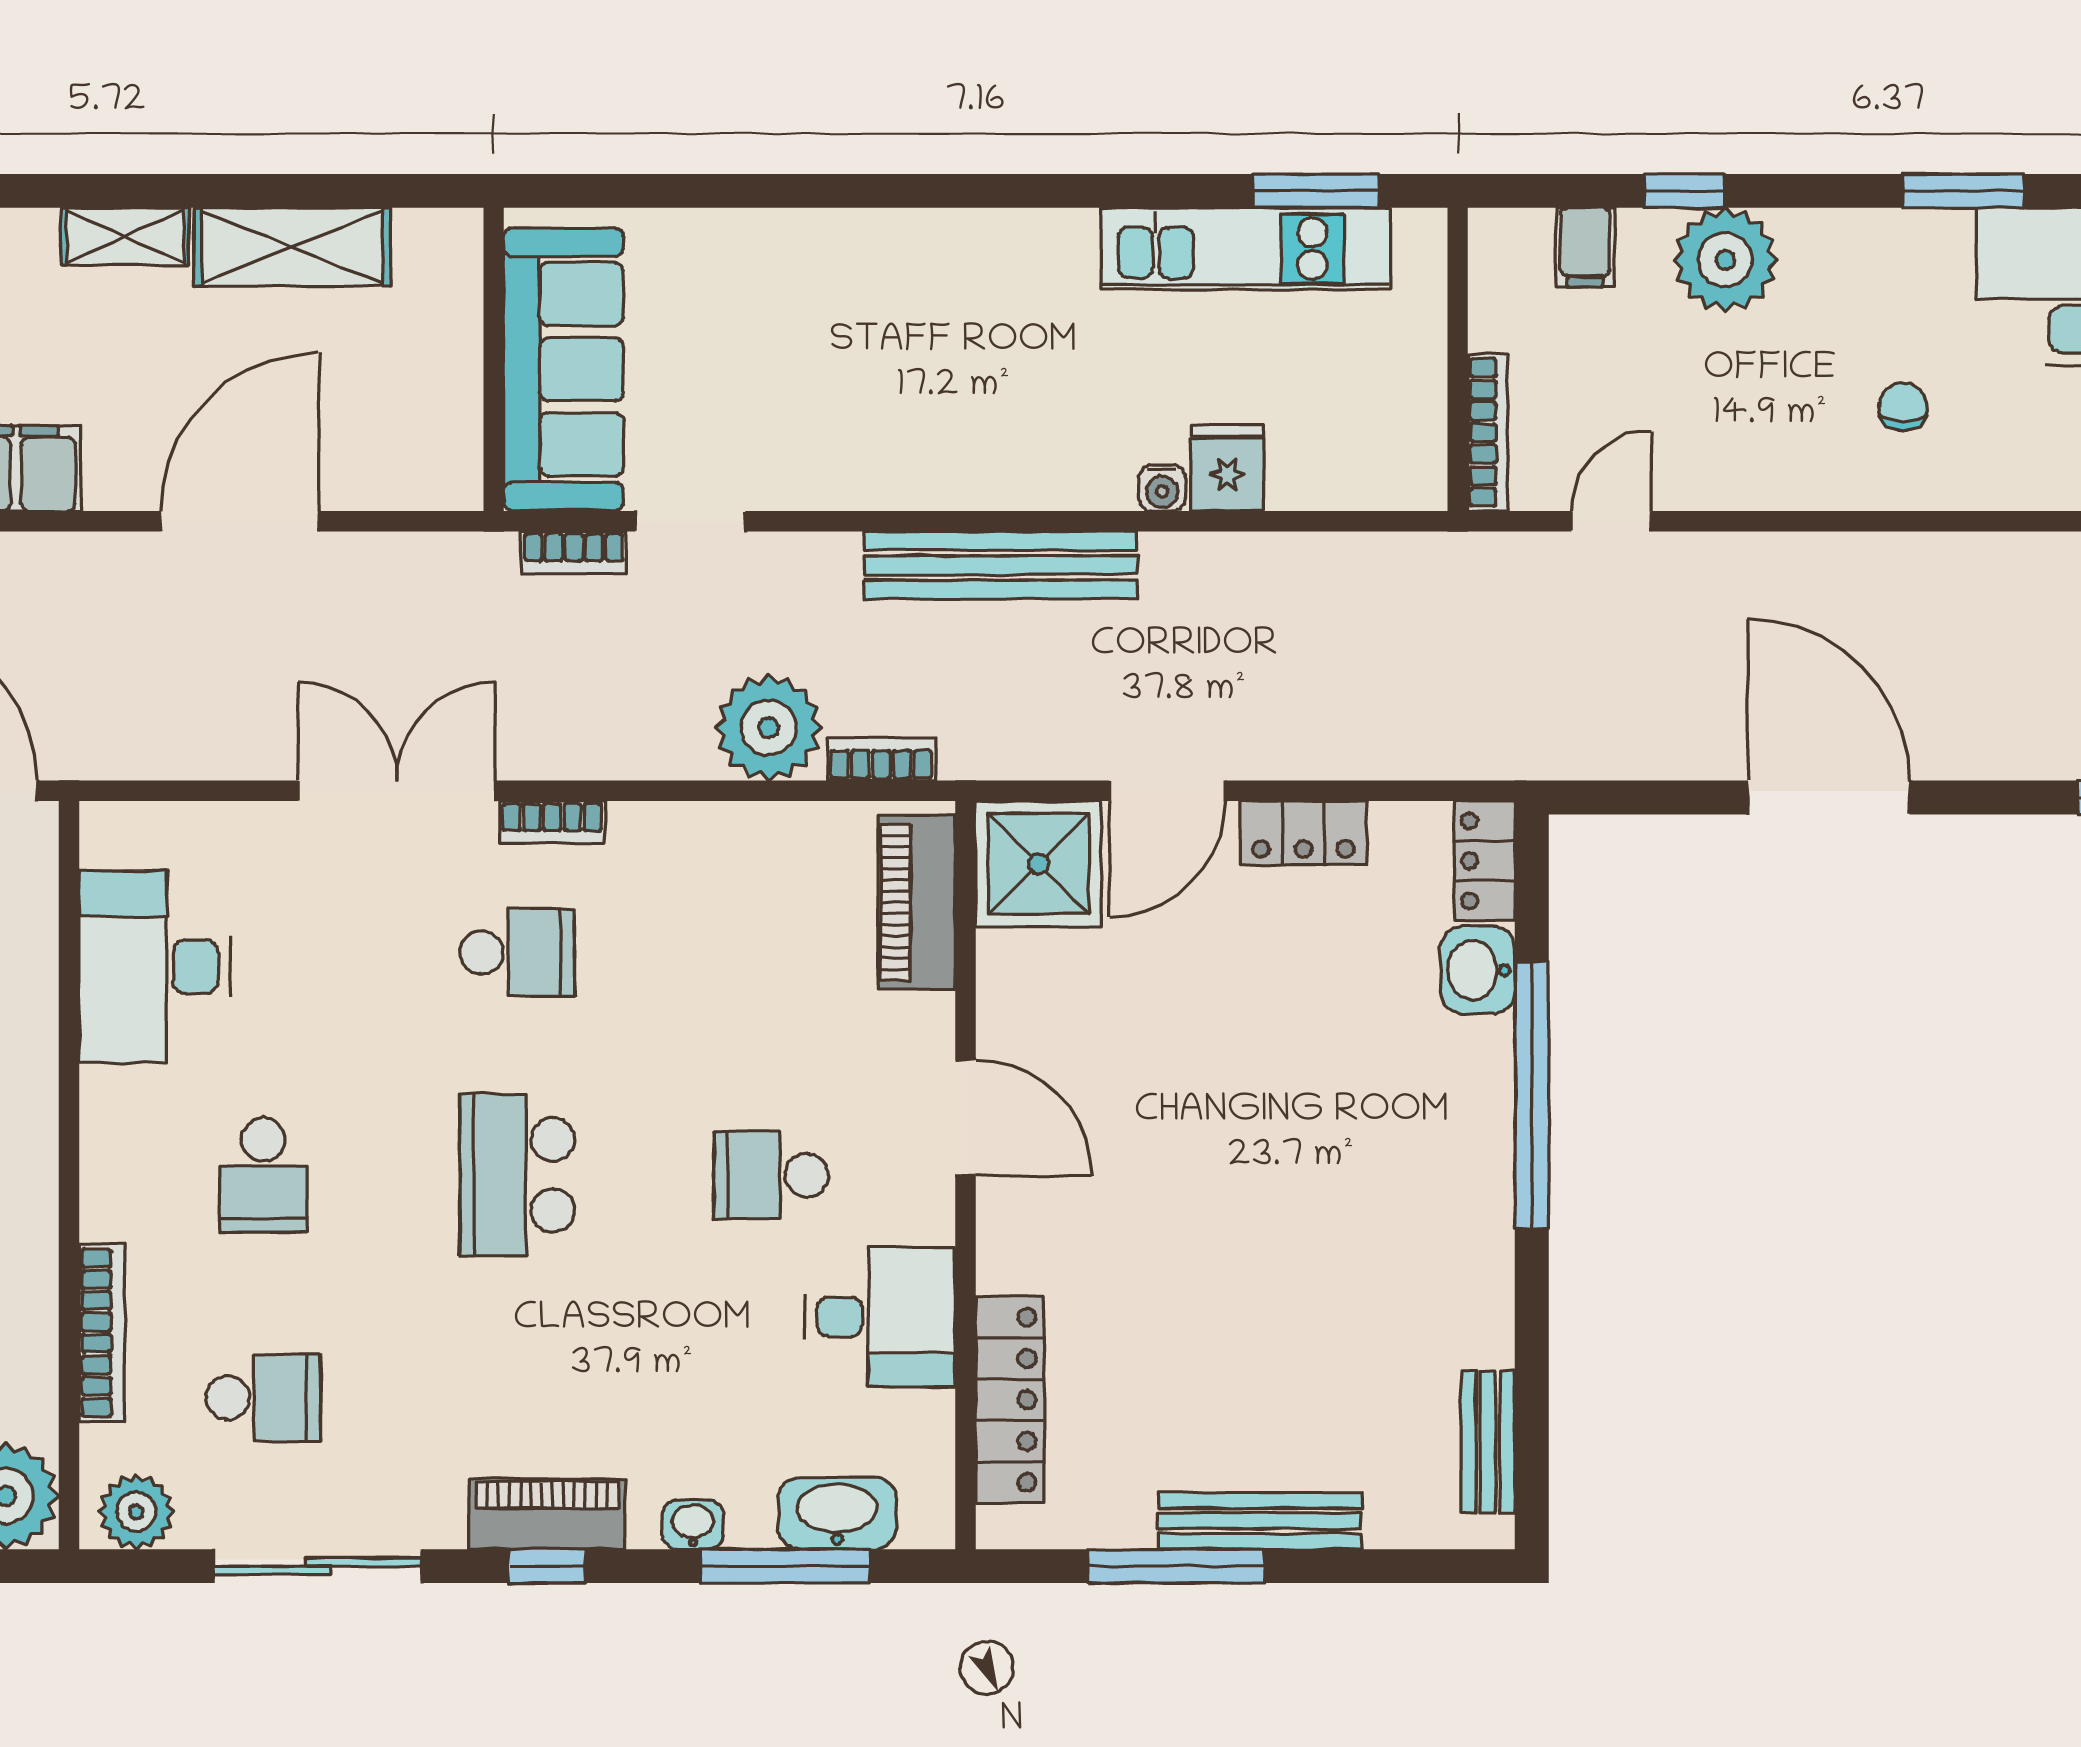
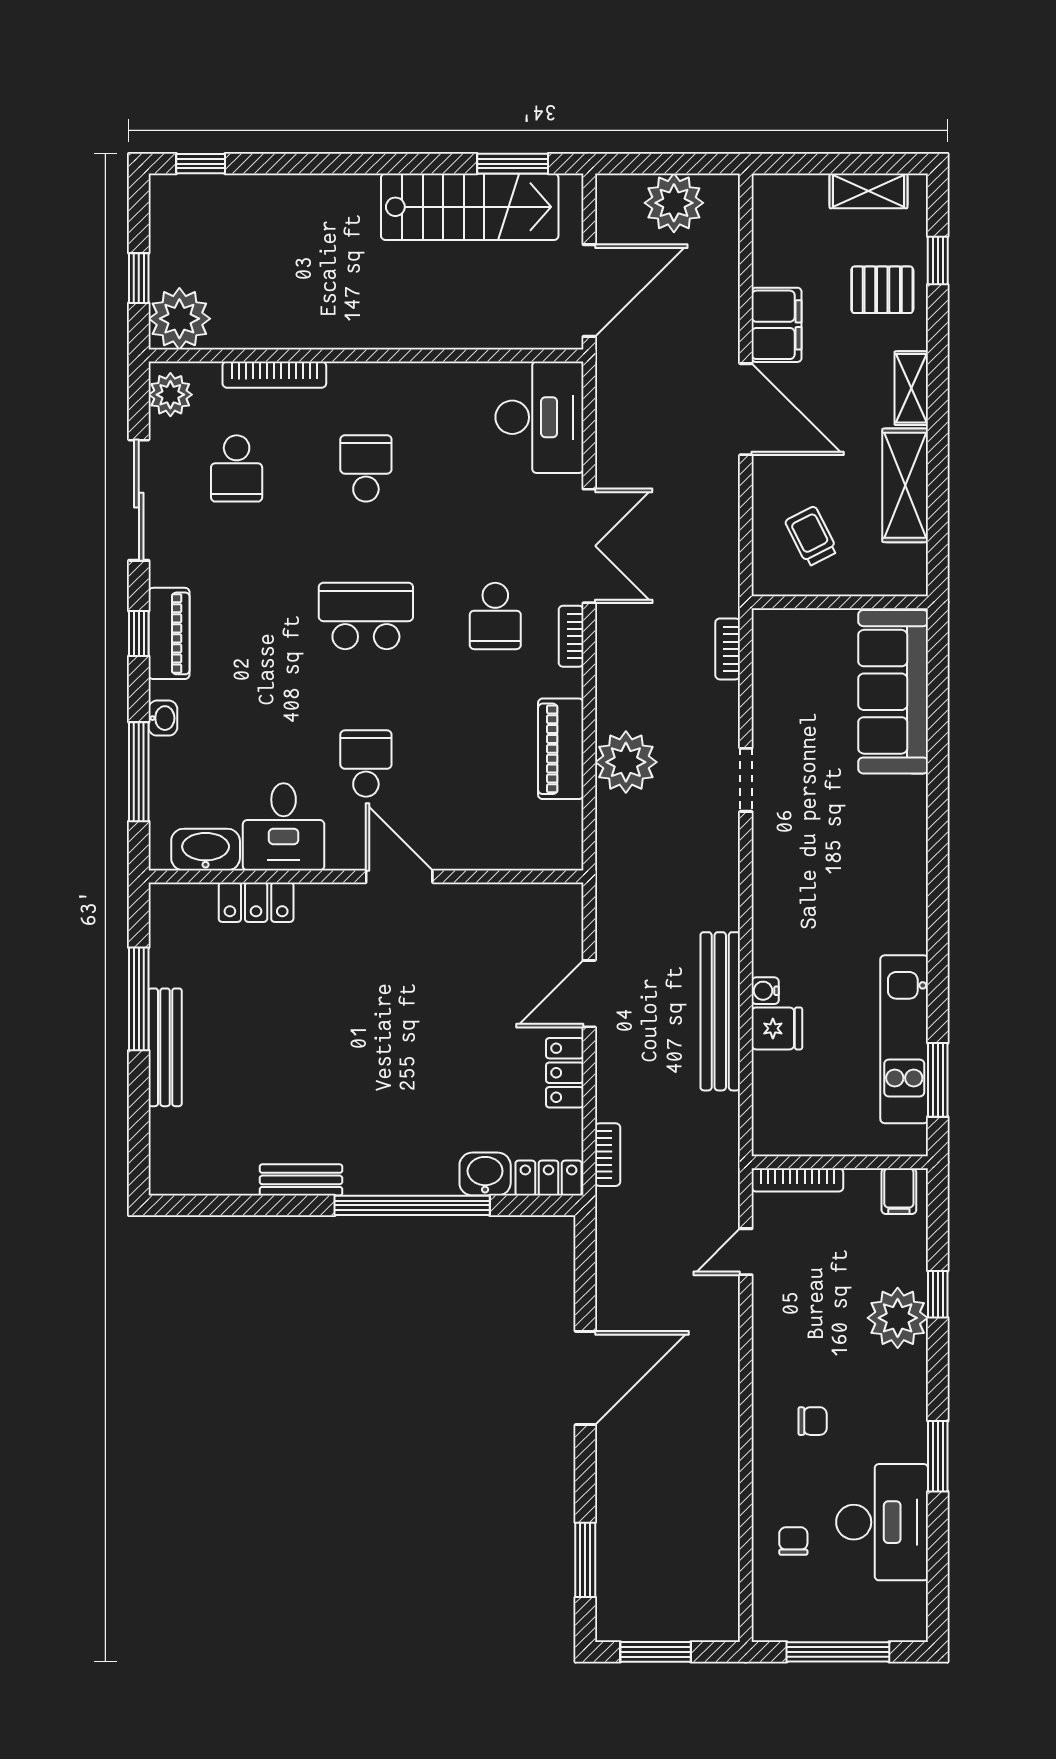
filing cabinet: (1585, 247) -> (899, 1191), moved, turned -90
sofa: (564, 369) -> (893, 692), moved, turned 90
trolley: (380, 408) -> (811, 536), added
door: (240, 521) -> (746, 409), moved
doorway: (690, 521) -> (746, 780), moved
door: (1612, 521) -> (746, 1252), swing flipped
bench: (1001, 565) -> (720, 1011), moved
bookcase: (881, 759) -> (608, 1155), moved
door: (1167, 791) -> (589, 994), hinge flipped
shower: (1039, 864) -> (547, 919), removed
piano: (917, 902) -> (561, 749), moved, turned -90
desk: (155, 967) -> (539, 417), moved, turned 90
door: (966, 1118) -> (399, 876), swing flipped
school desk: (263, 1175) -> (366, 468), turned 90
locker: (1010, 1400) -> (256, 902), width x0.66
bench: (1488, 1442) -> (301, 1180), moved
washbasin: (837, 1513) -> (206, 850), moved, turned -90

